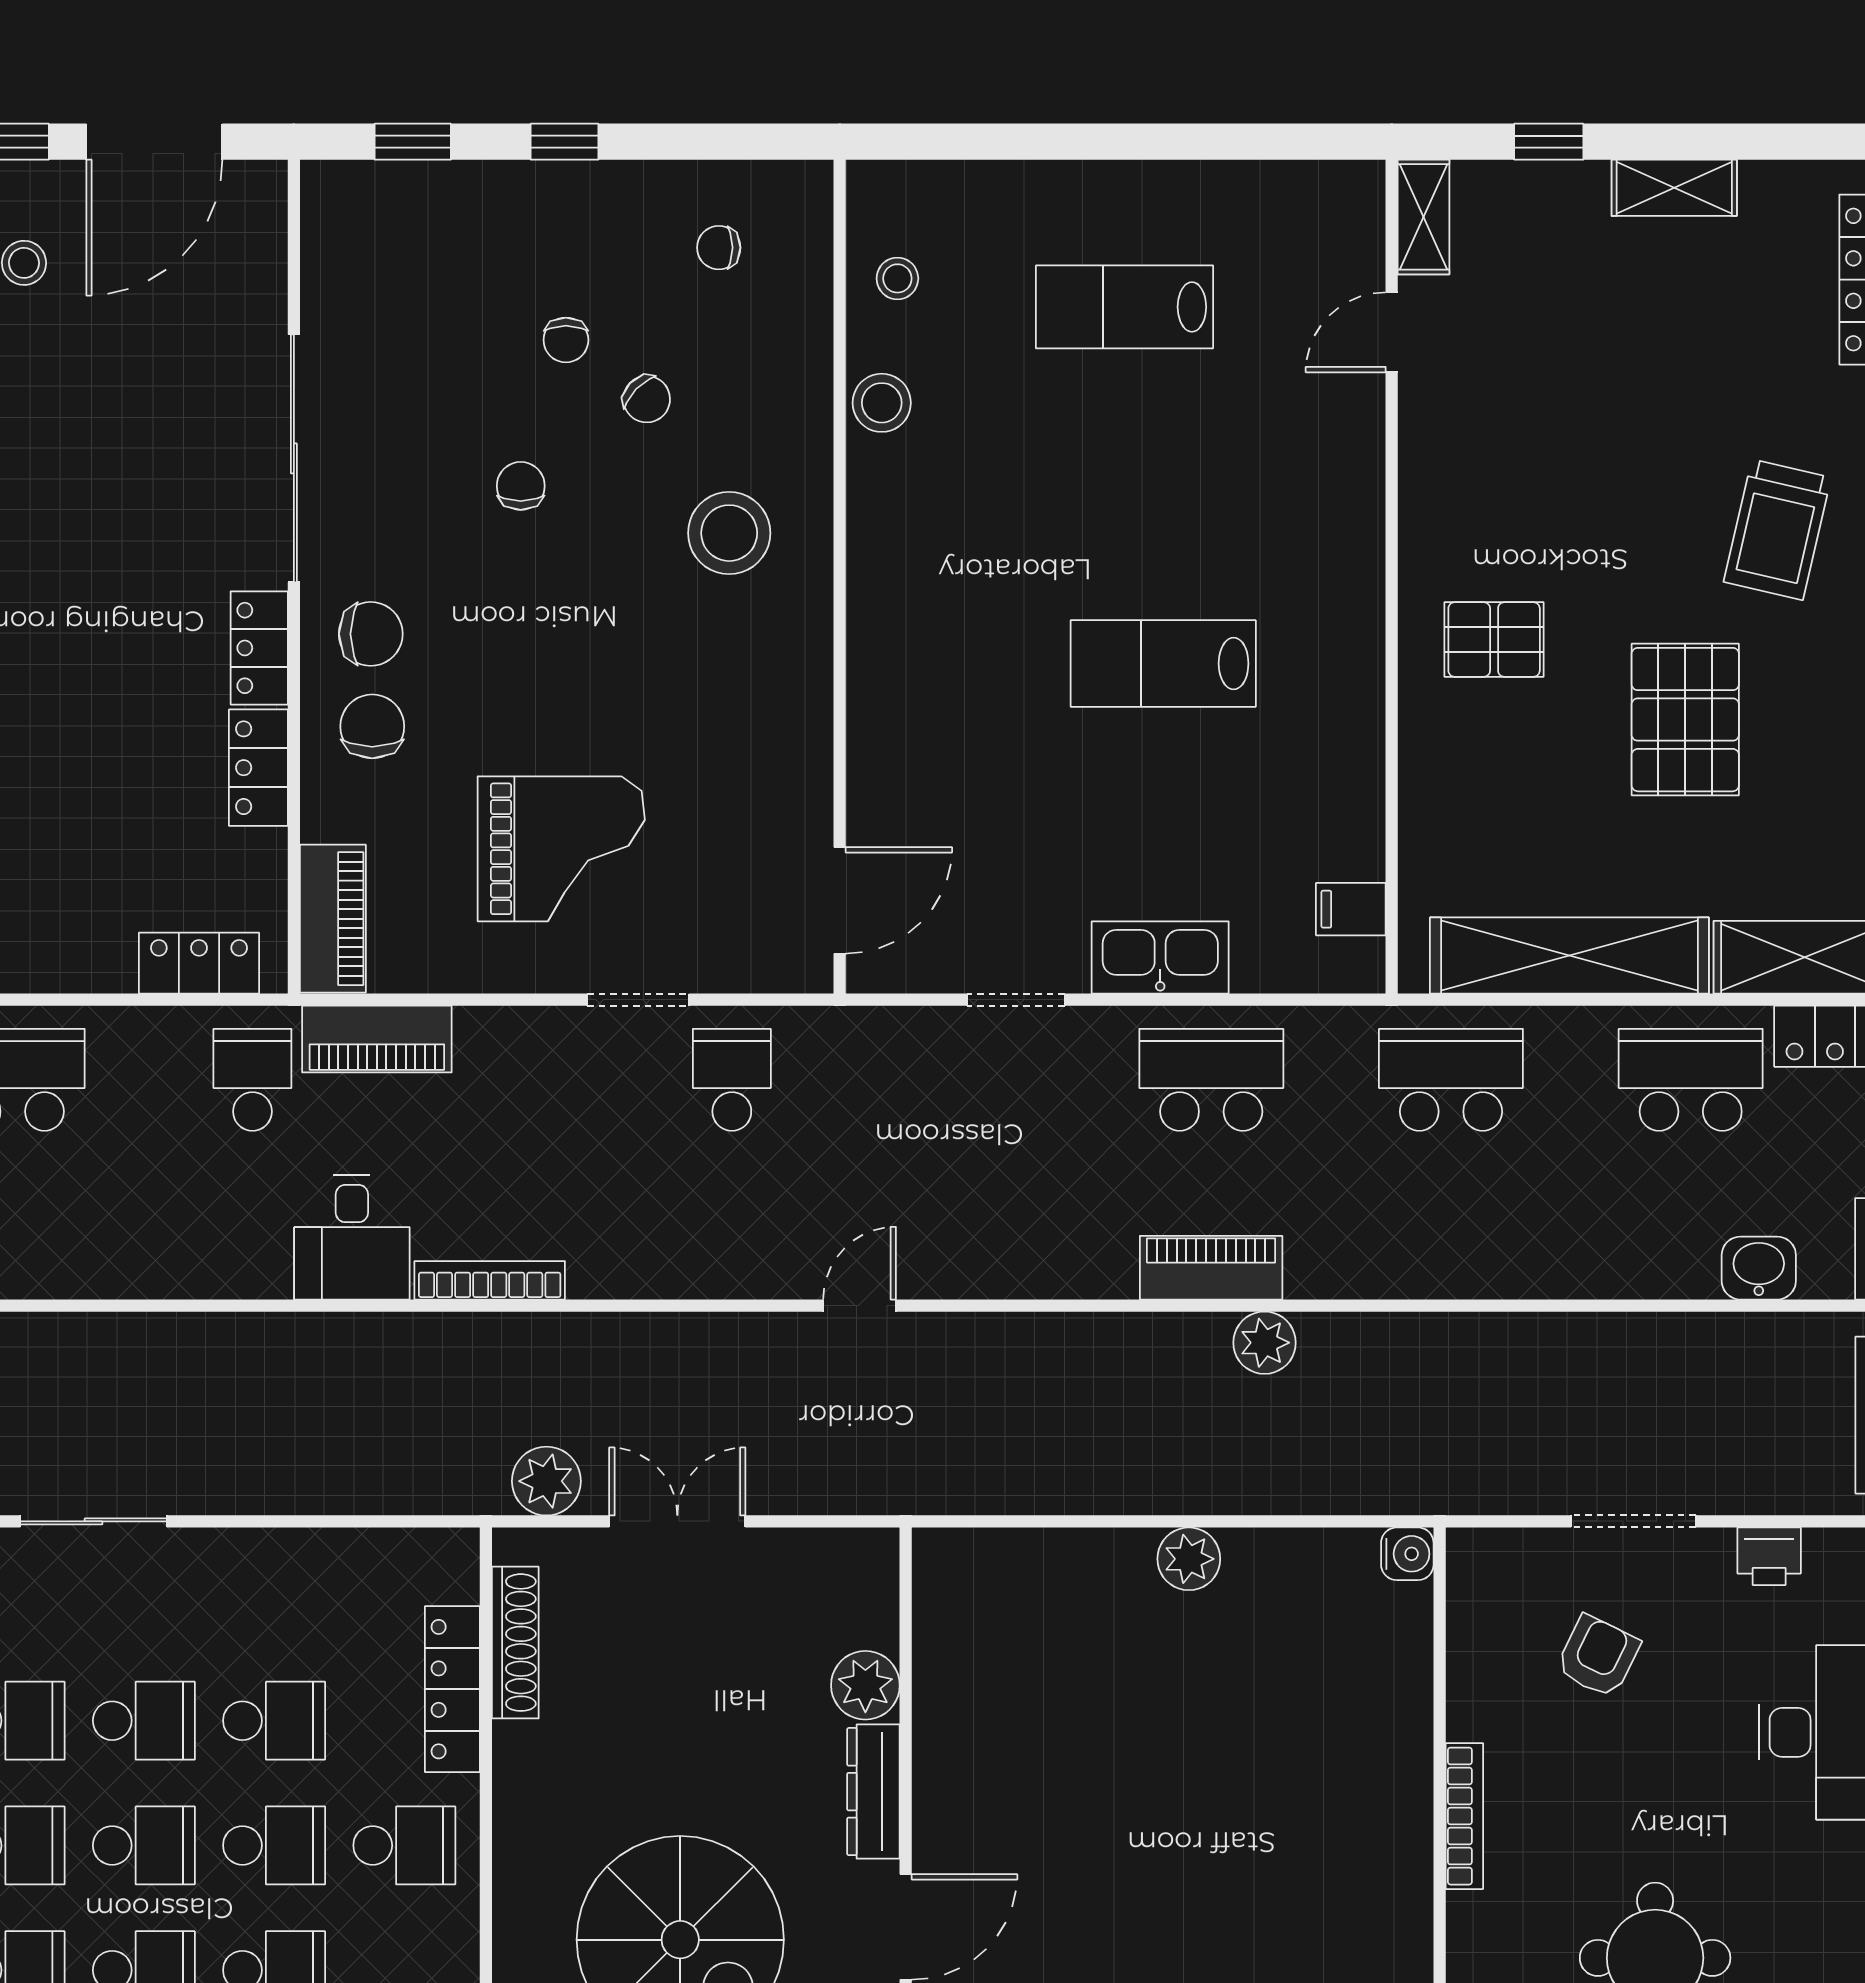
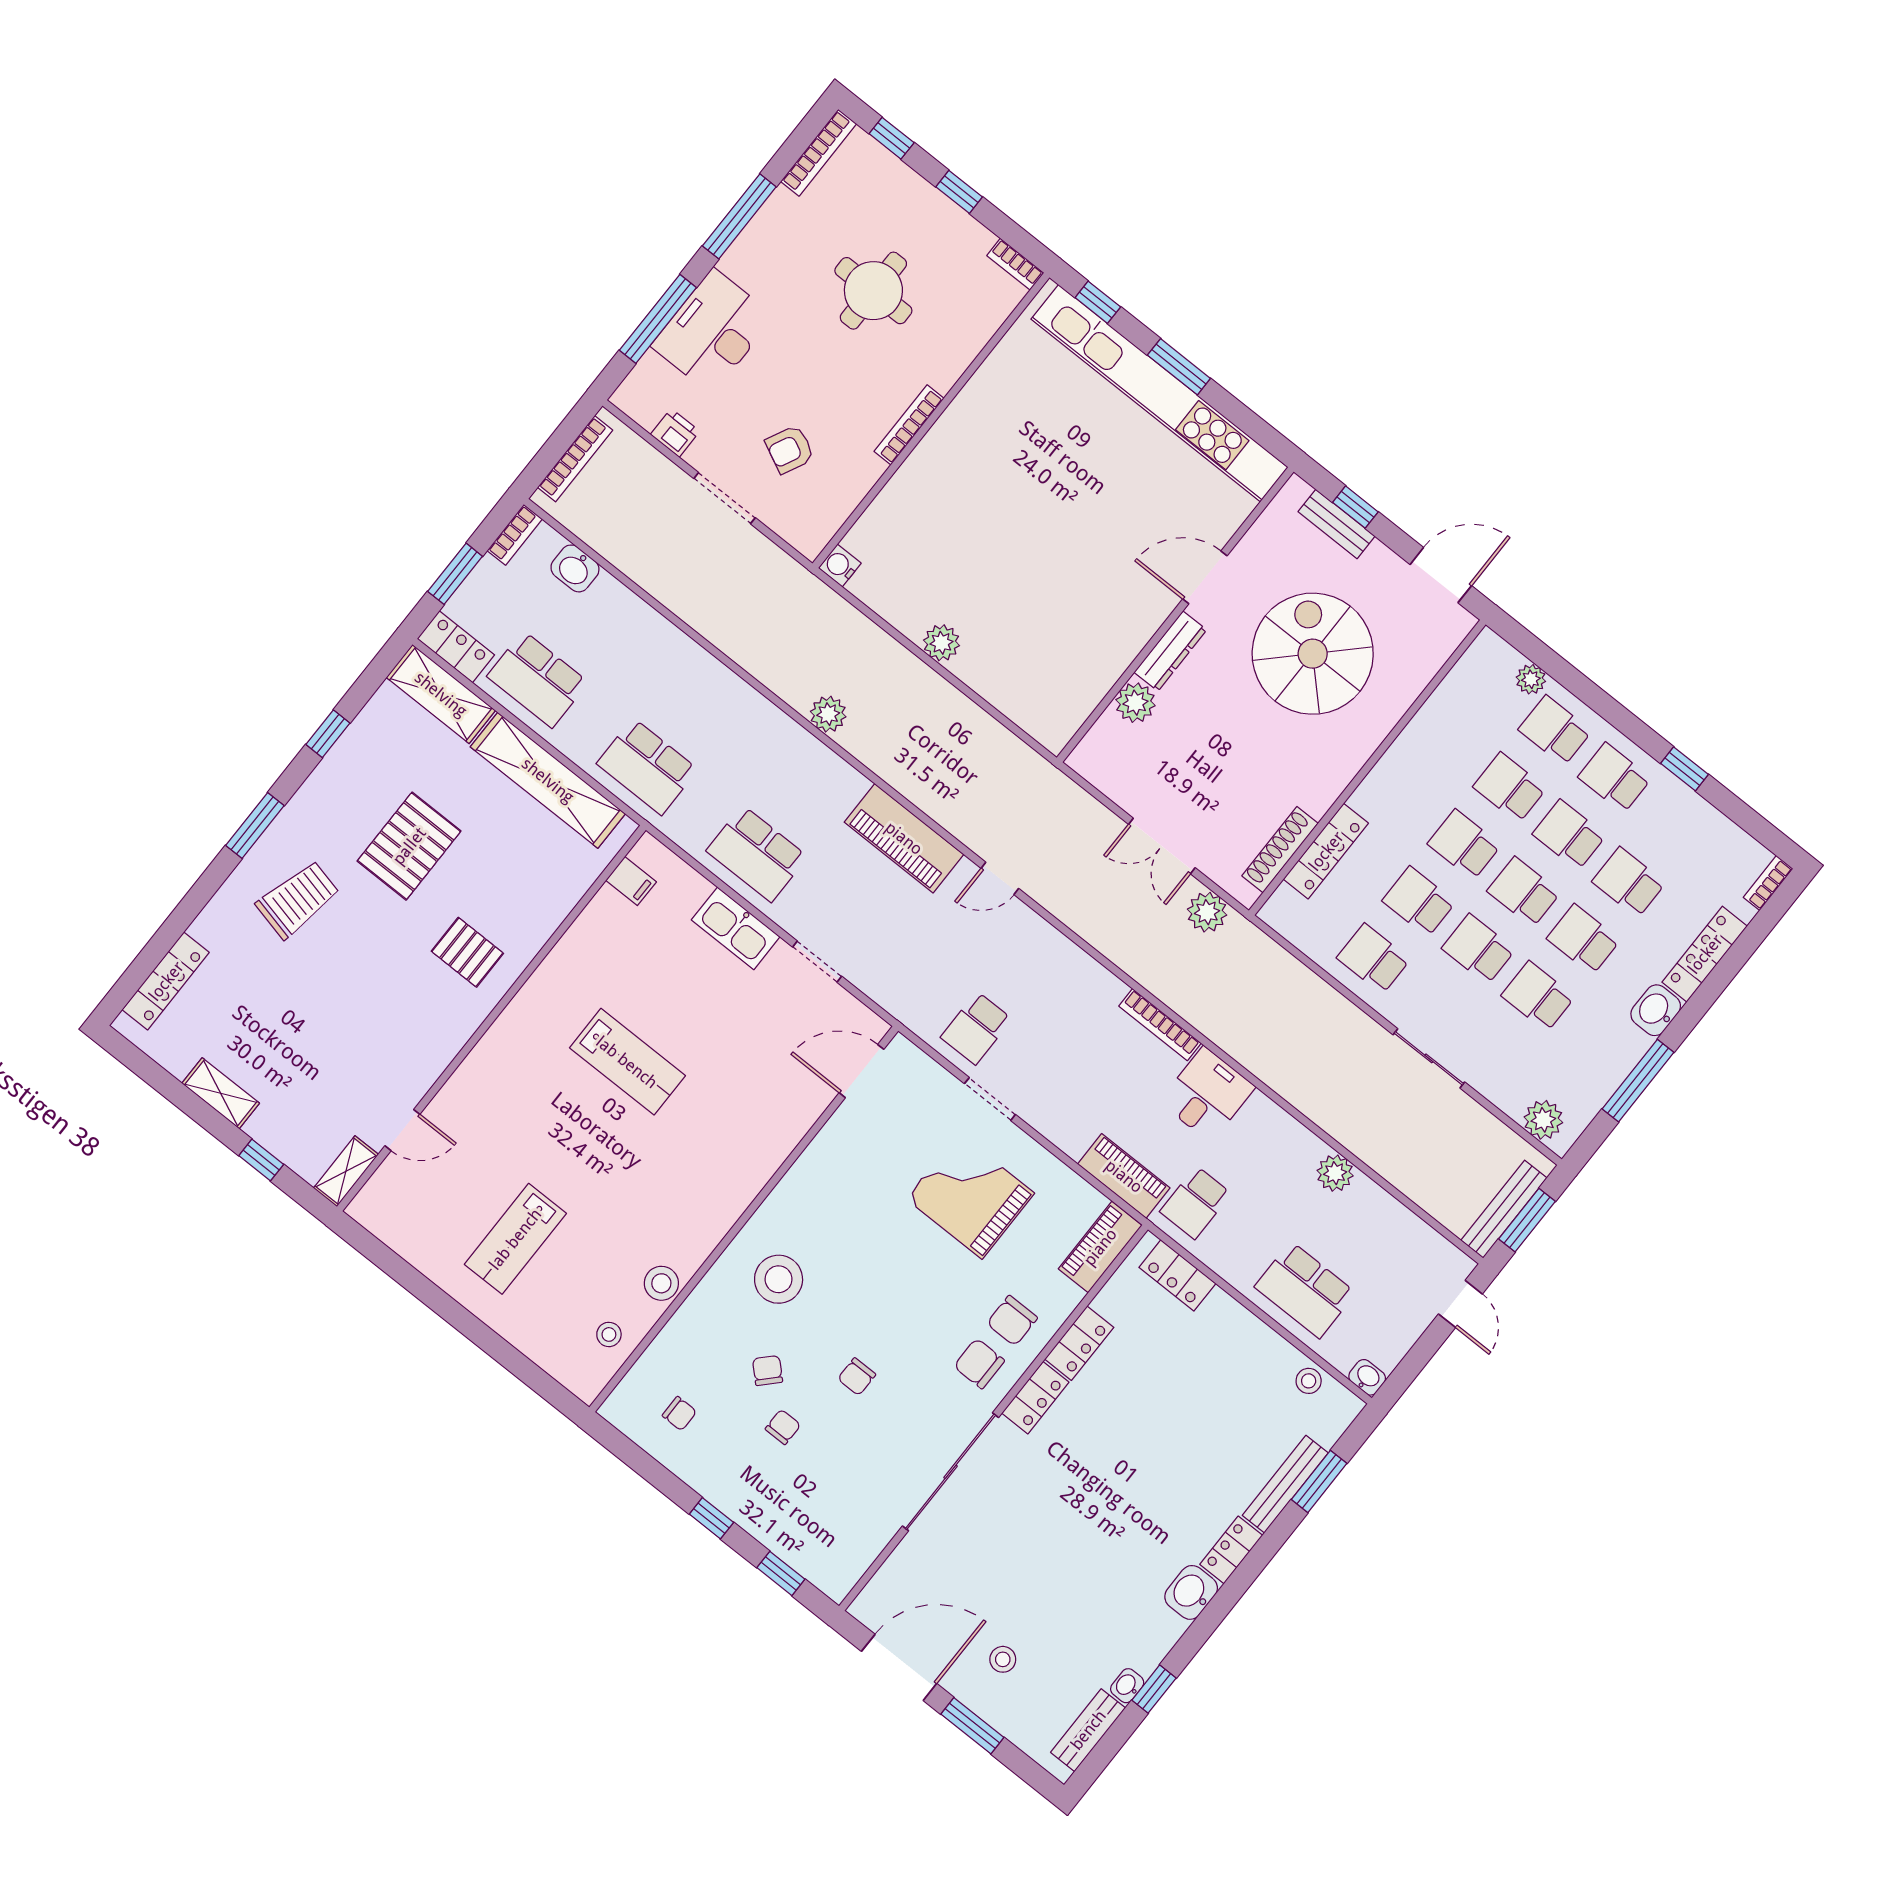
lab bench: (1125, 307) -> (515, 1239), turned 90
plant: (97, 1268) -> (1335, 1173), added
piano: (1211, 1268) -> (904, 838), moved, width x1.37, depth x1.33
school desk: (404, 1845) -> (1373, 959), moved

